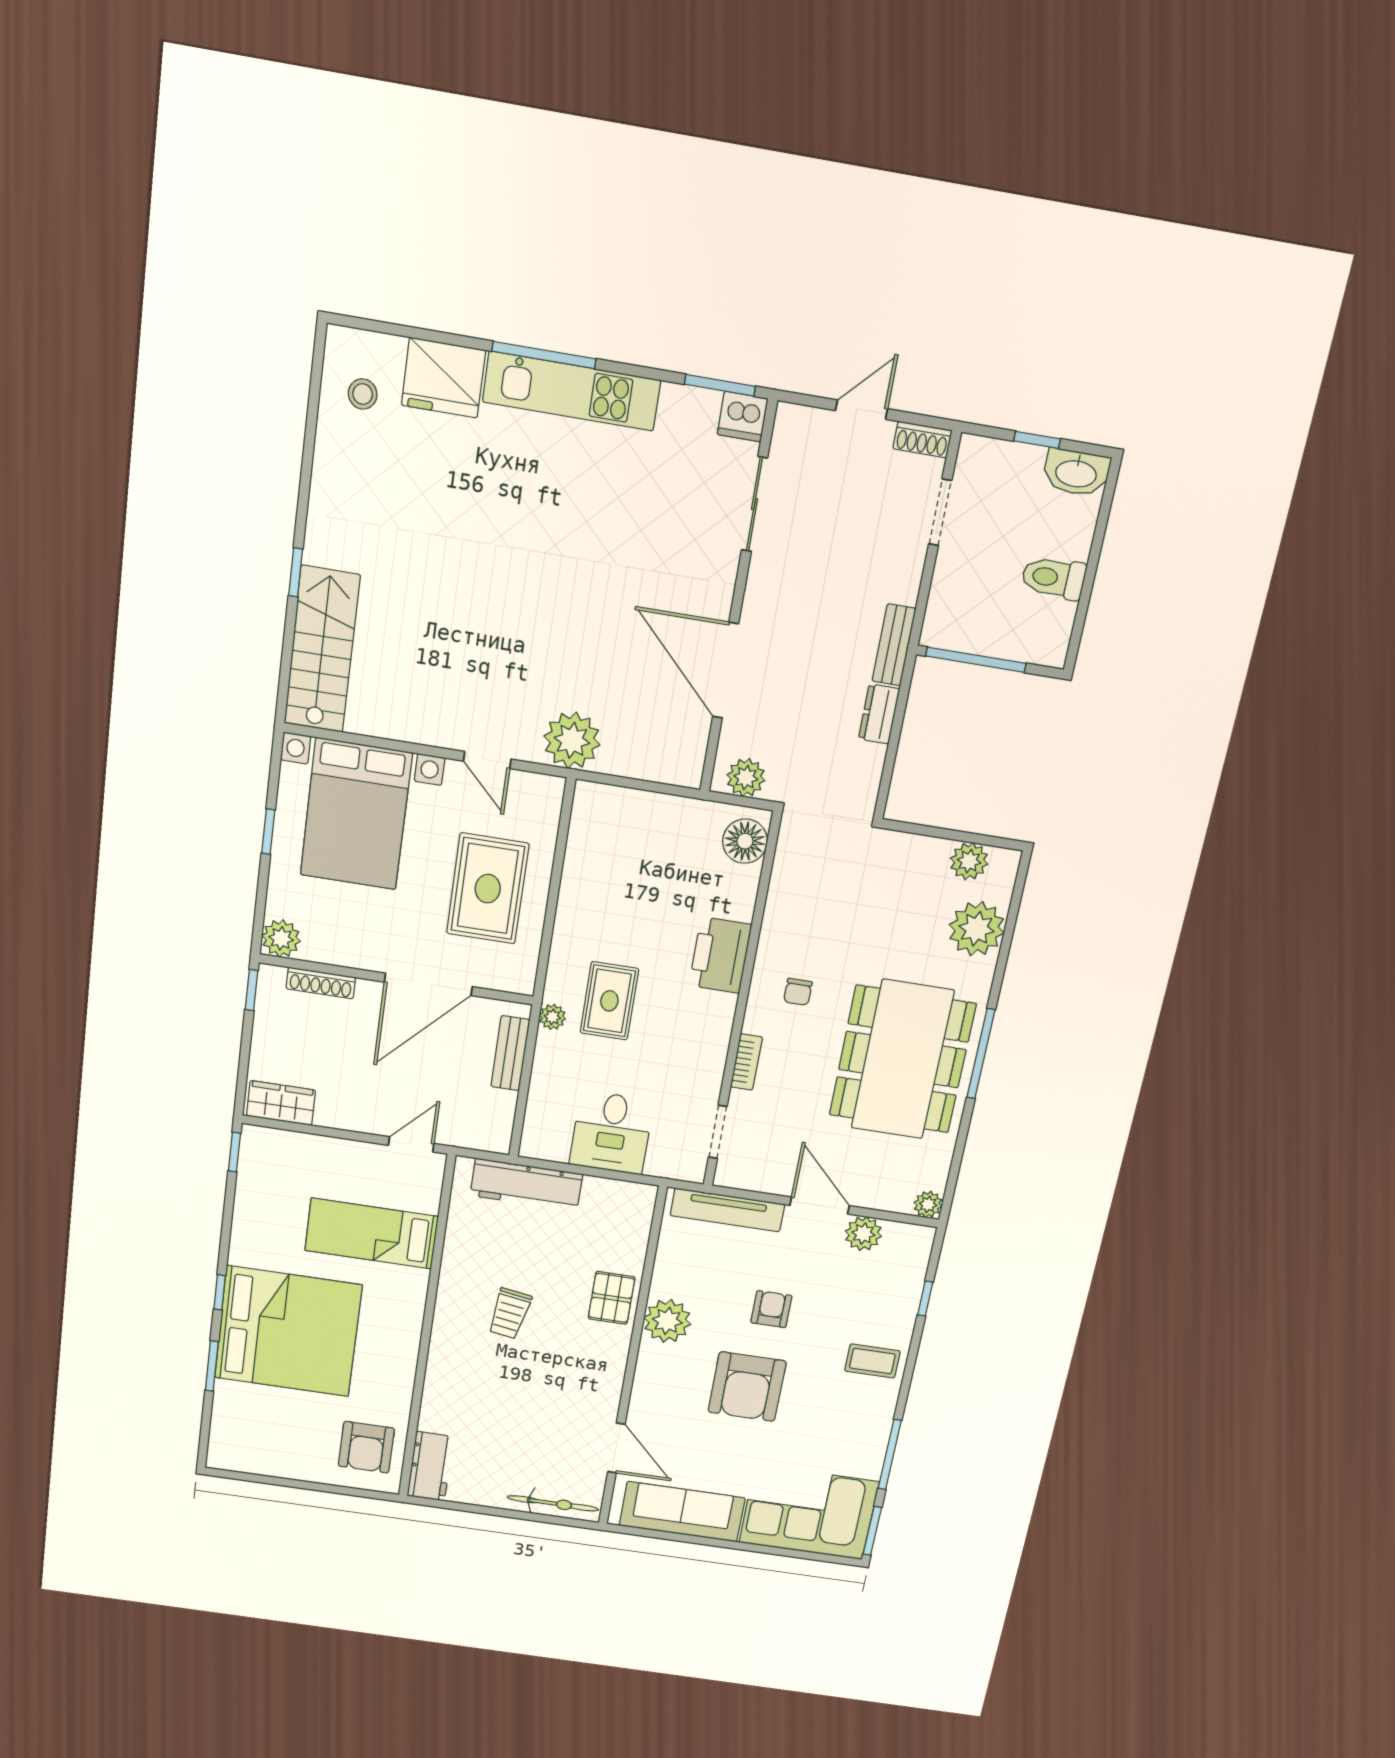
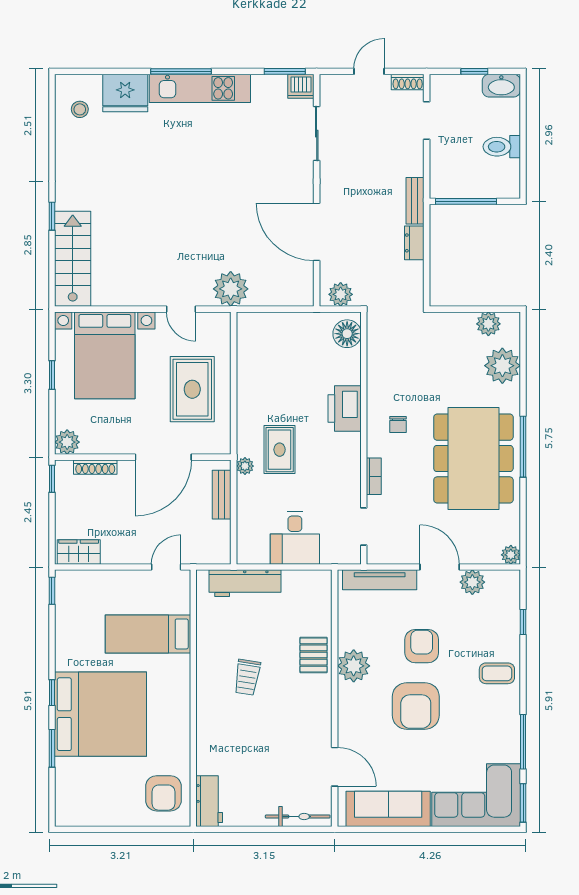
armchair: (771, 1309) -> (422, 646), width x1.38, depth x1.38

